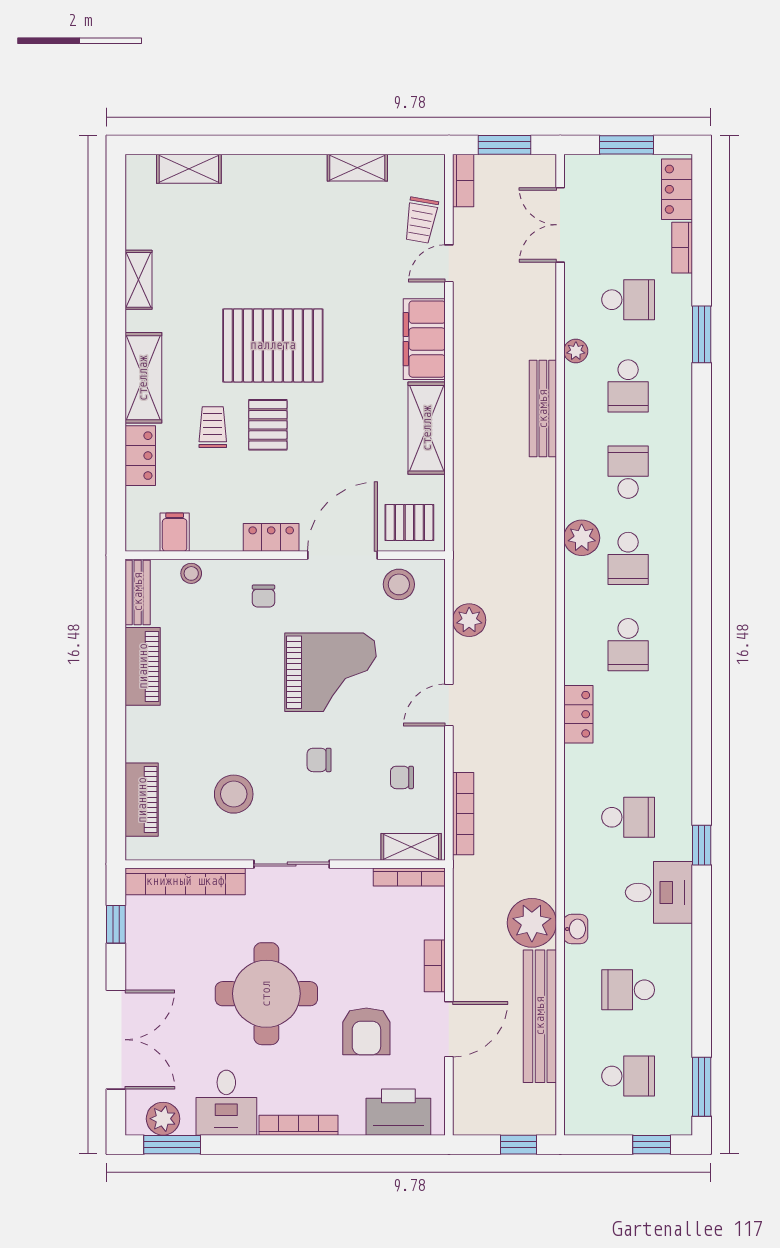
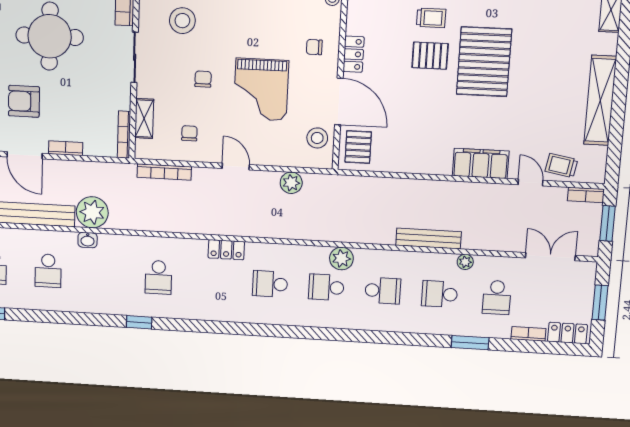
shelving: (357, 168) -> (600, 100), width x2.20, depth x1.33
shelving: (427, 428) -> (421, 162), removed
shelving: (411, 847) -> (144, 119), moved
desk: (659, 892) -> (110, 294), removed
school desk: (628, 990) -> (48, 271), turned 180

